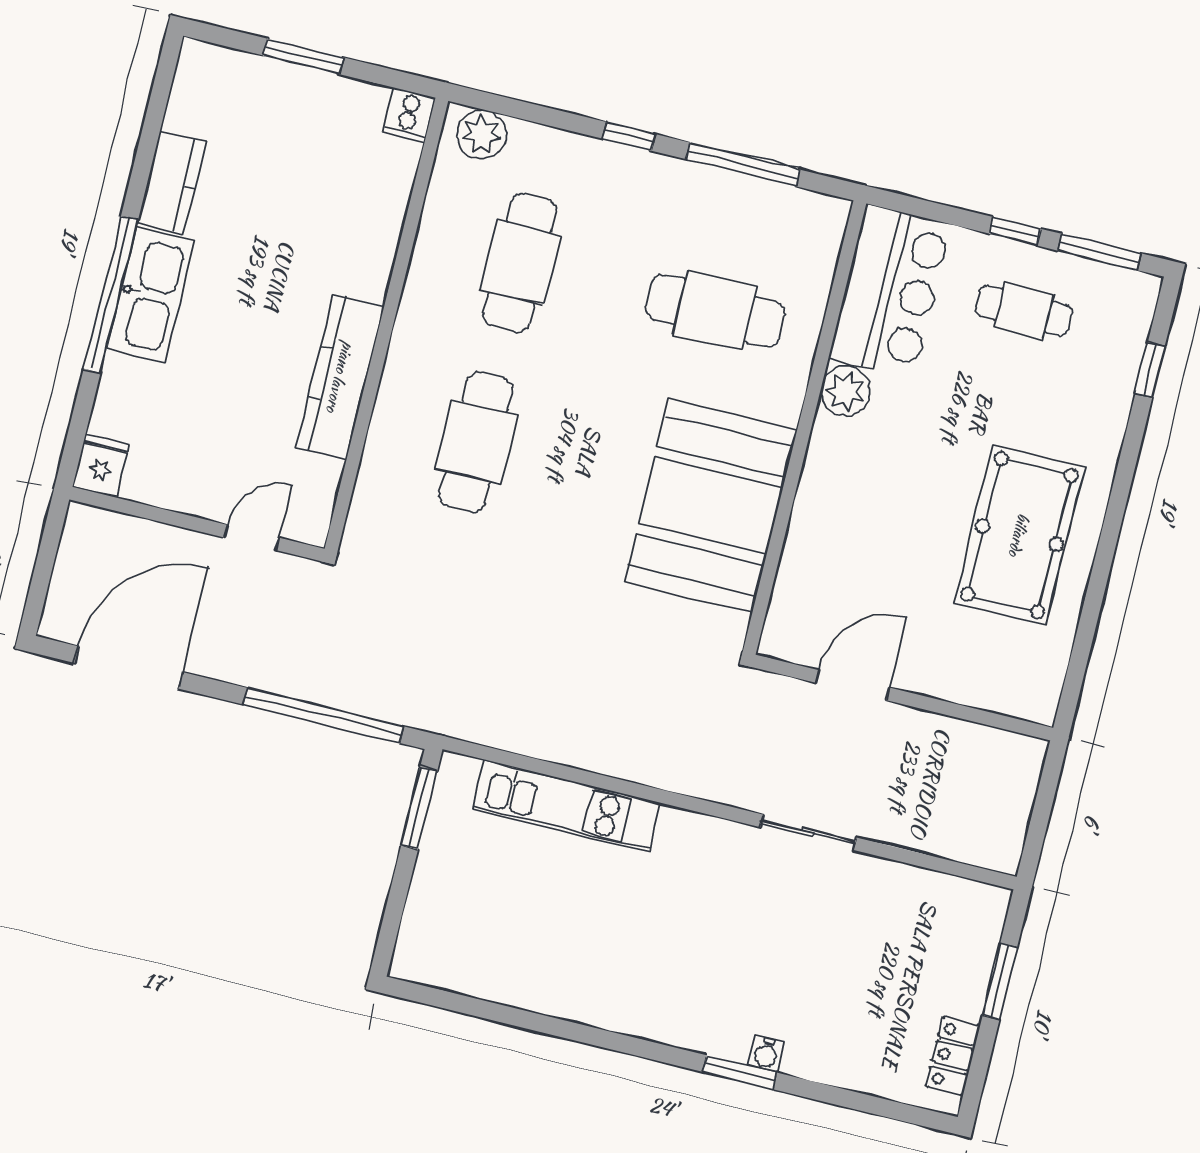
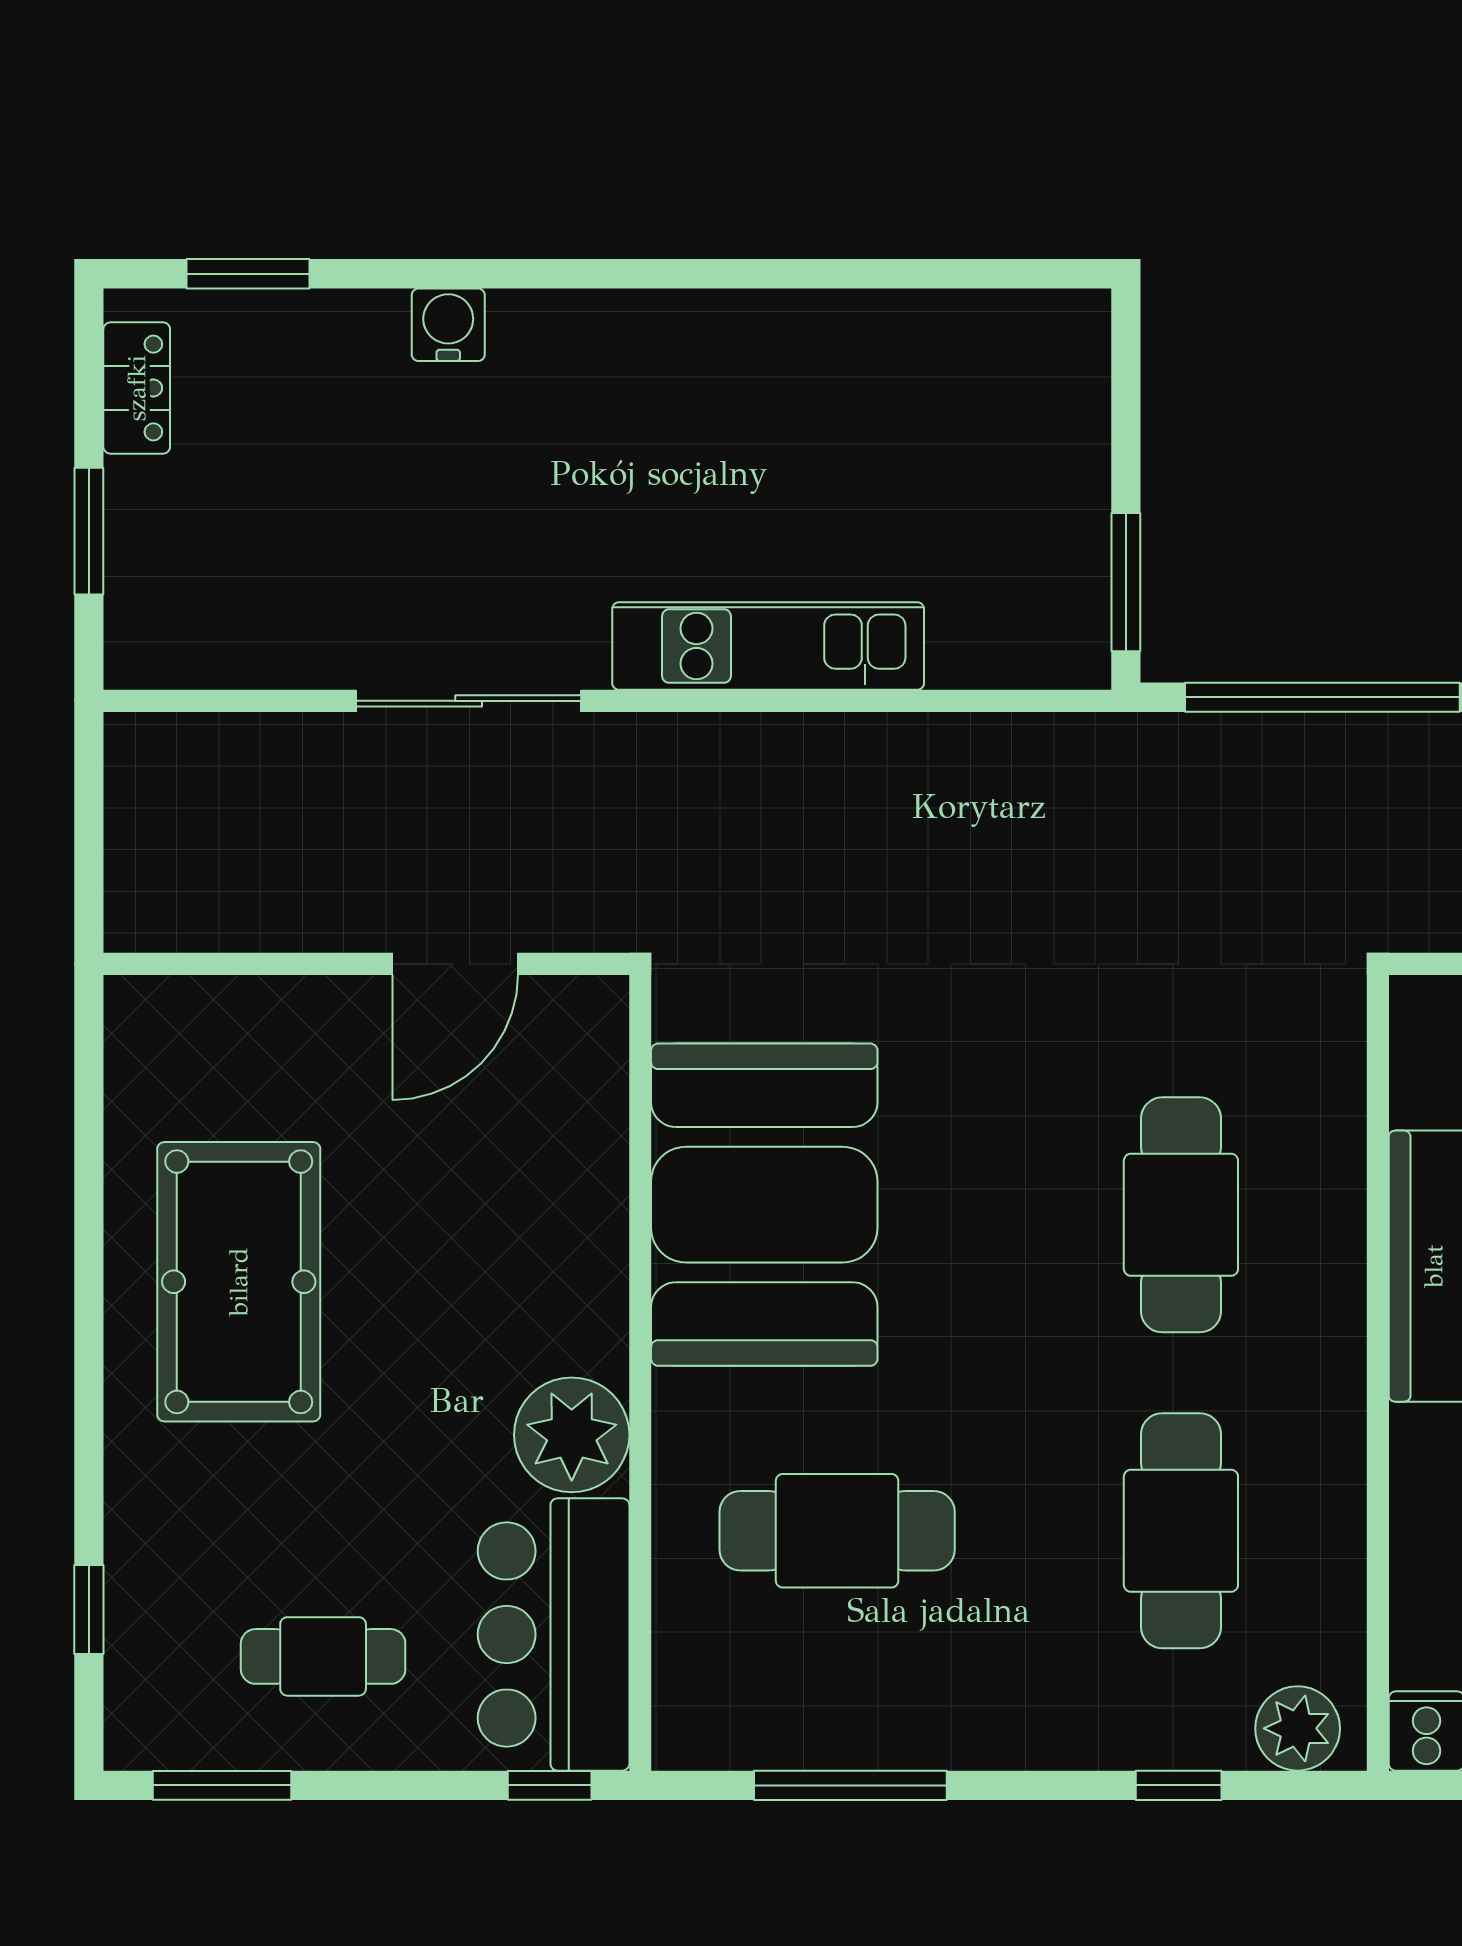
window: (629, 136) -> (1179, 1785), moved
window: (1015, 231) -> (550, 1785), moved
plant: (845, 391) -> (572, 1435), width x1.36, depth x1.36
kitchen unit: (567, 806) -> (768, 646), moved
sliding door: (808, 832) -> (469, 701), width x1.37
water cooler: (766, 1054) -> (448, 325), width x1.38, depth x1.38
window: (740, 1072) -> (248, 274), moved

